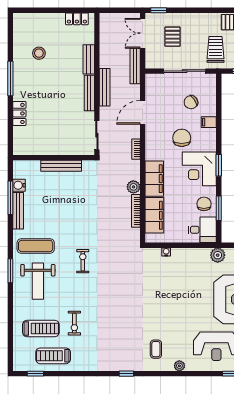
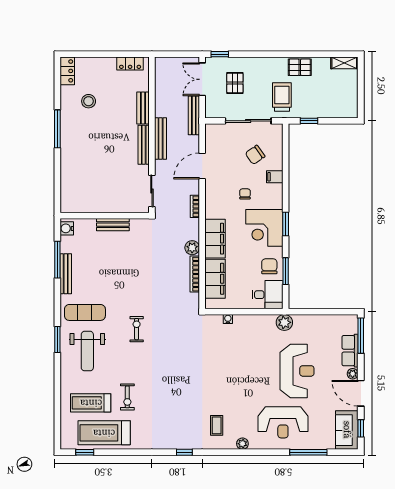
locker: (19, 113) -> (67, 71), moved
chair: (182, 138) -> (245, 194), width x0.54, depth x0.54
bench: (61, 166) -> (113, 225), width x0.73
water cooler: (19, 185) -> (67, 228), moved
treadmill: (41, 328) -> (91, 403), turned 180
treadmill: (53, 356) -> (104, 433), width x1.37, depth x1.38

